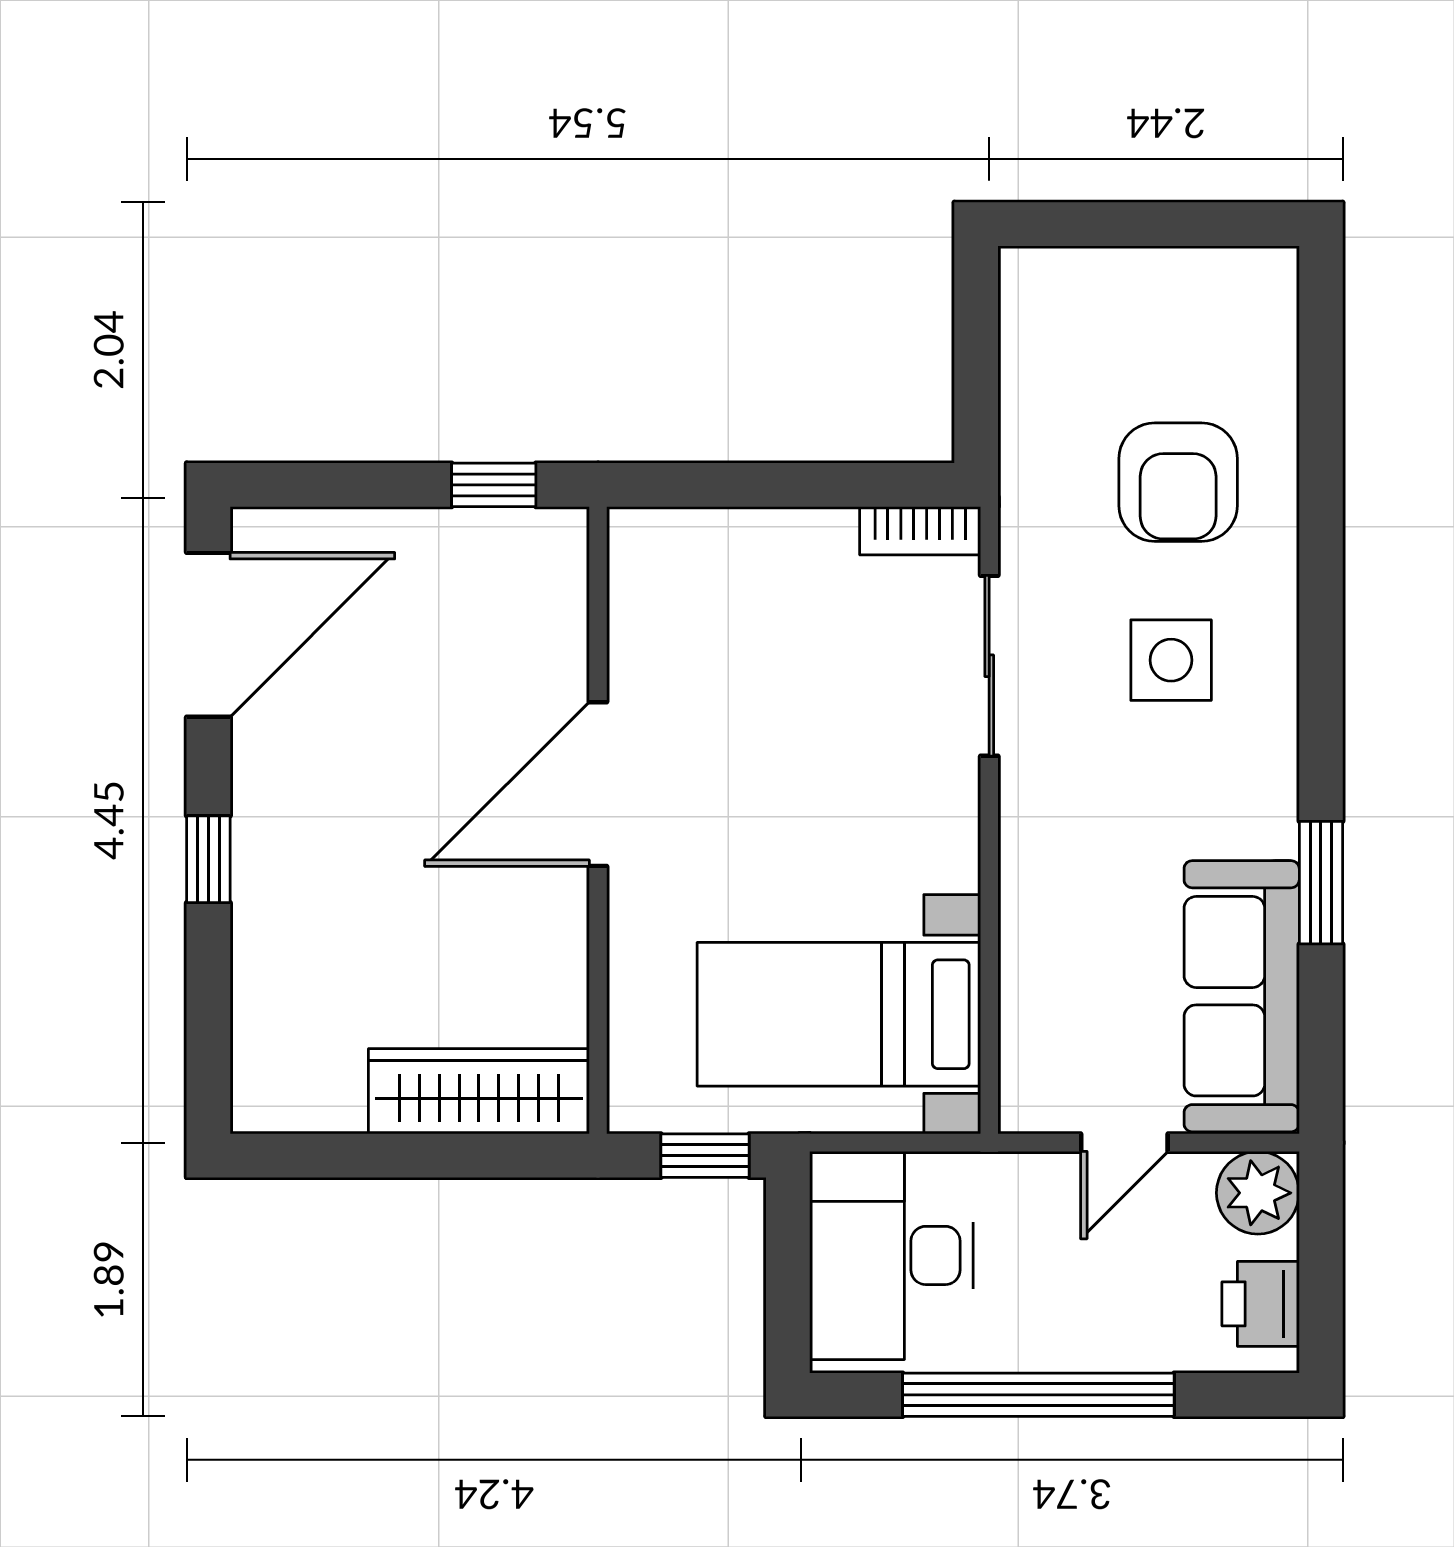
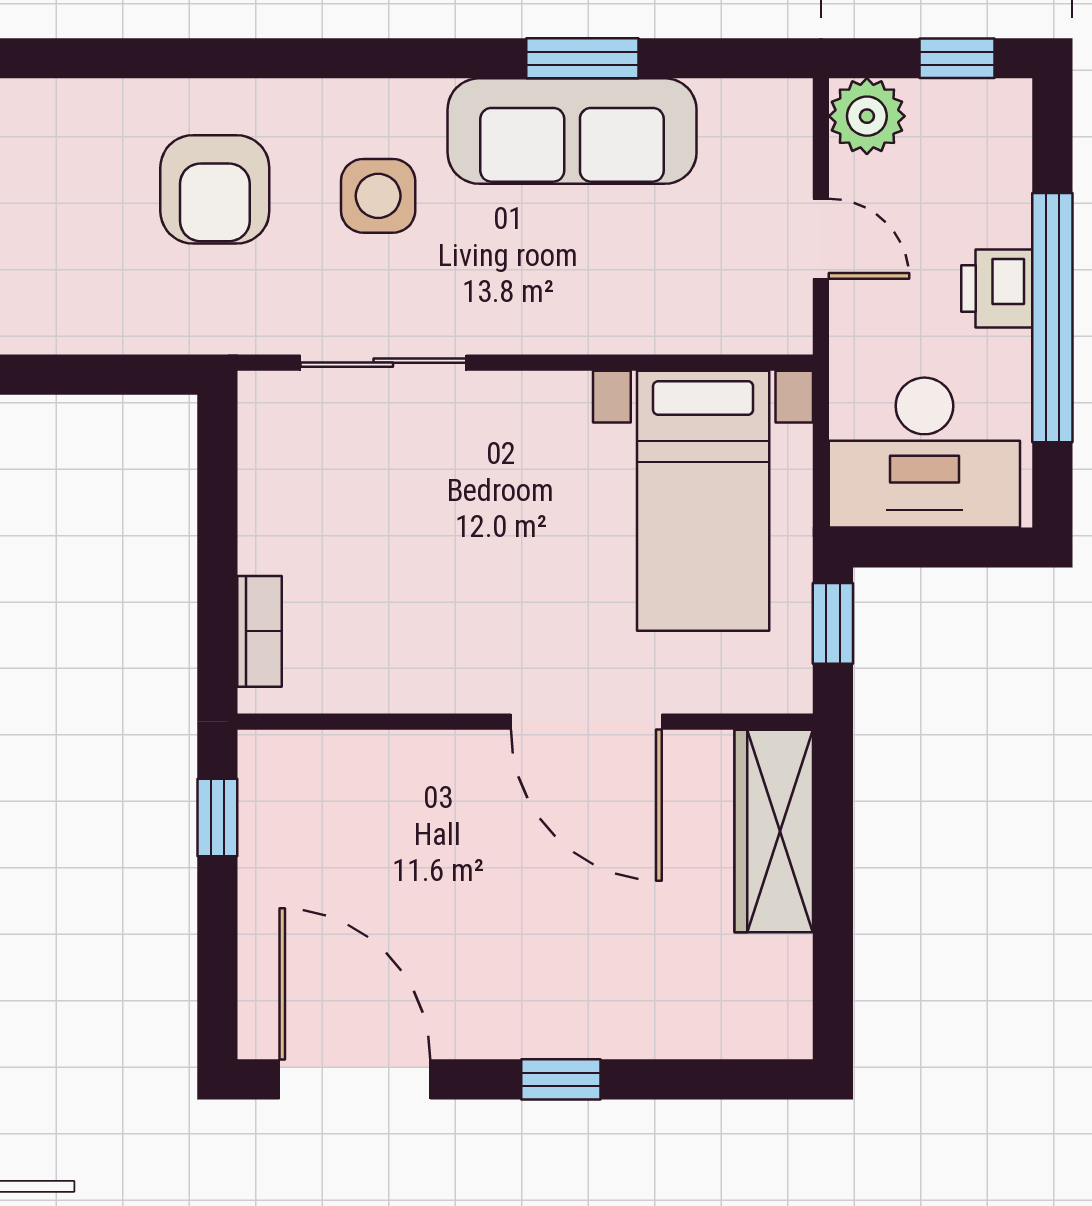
armchair: (1178, 482) -> (215, 189), turned 90
bookcase: (920, 531) -> (259, 631), moved
door: (598, 784) -> (586, 722), moved
sofa: (1242, 996) -> (572, 131), moved
window: (1321, 1291) -> (957, 58), added
printer: (1261, 1304) -> (997, 288), moved, turned 90

